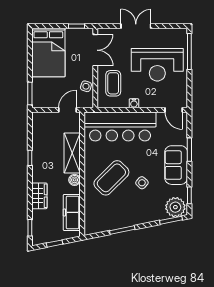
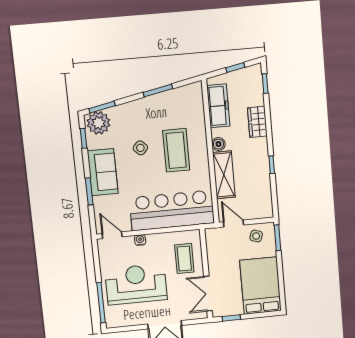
side table: (86, 86) -> (256, 236), moved
water cooler: (134, 103) -> (140, 240), moved
door: (67, 110) -> (233, 223), swing flipped
coffee table: (111, 178) -> (176, 150), turned -45

